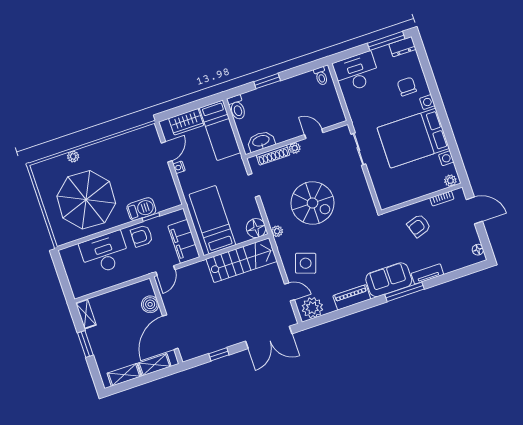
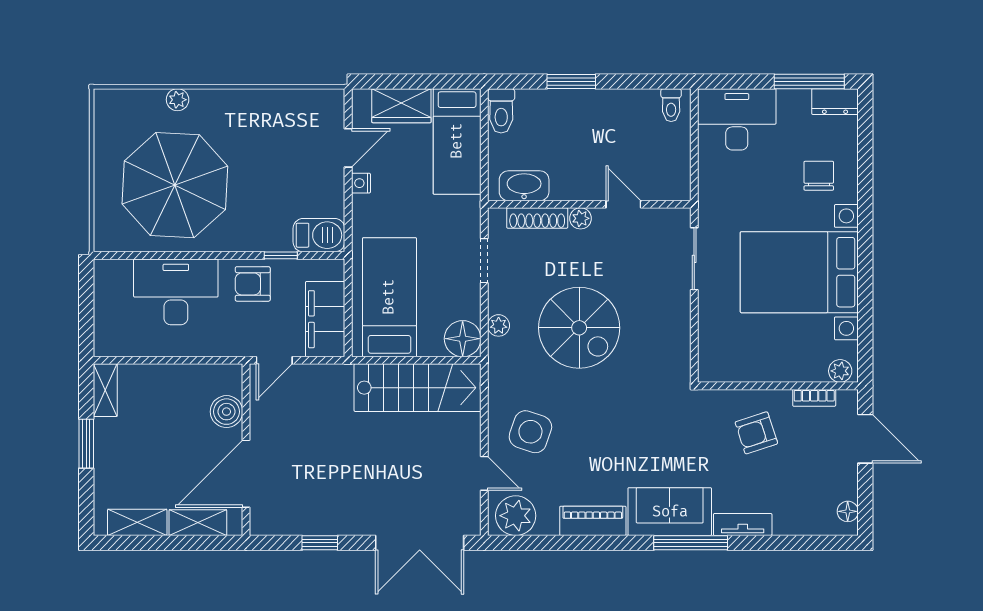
barbecue: (141, 209) -> (319, 235), moved
plant: (277, 231) -> (499, 325), moved

